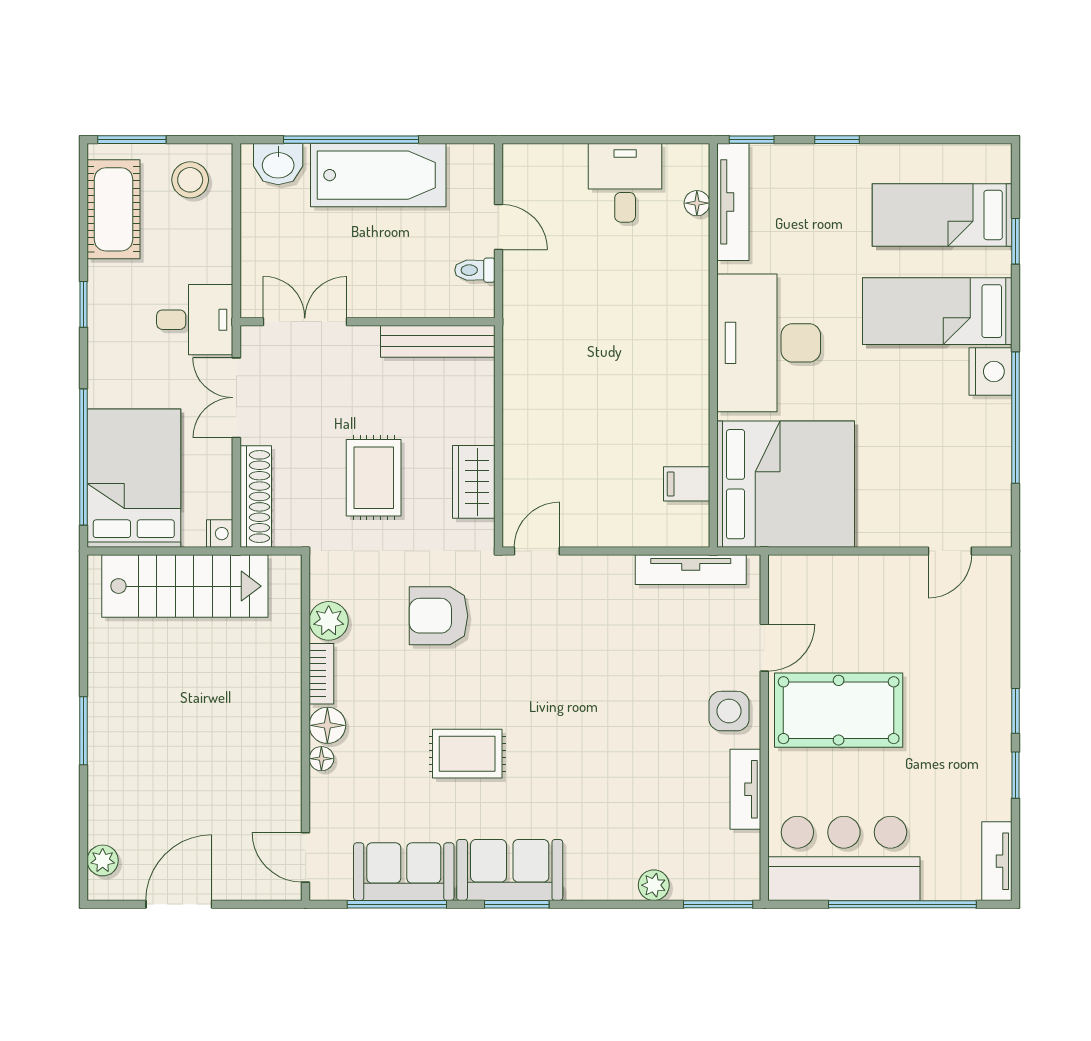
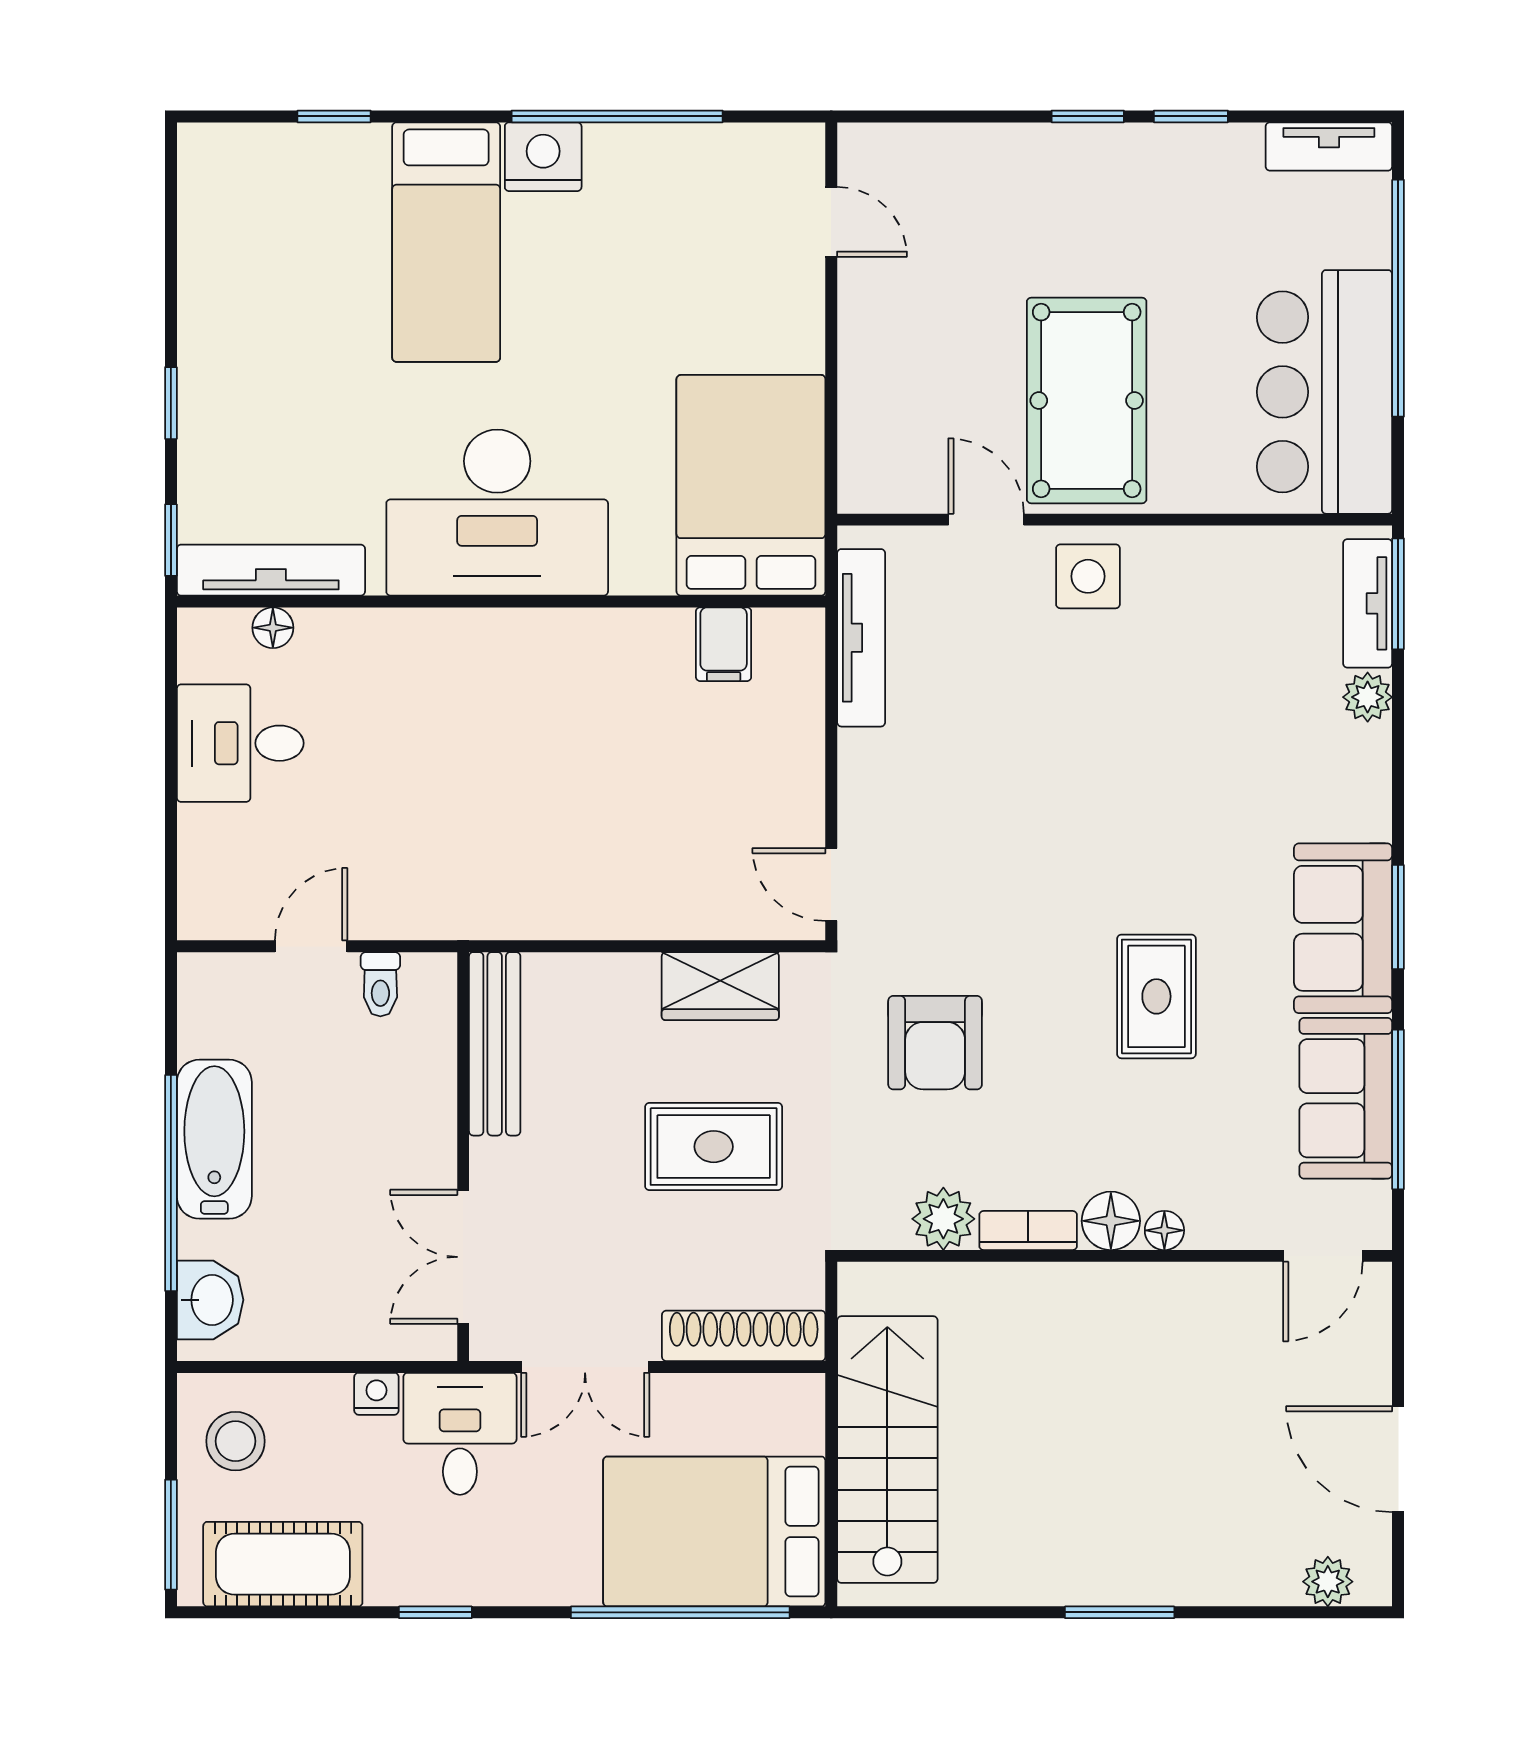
bathtub: (378, 175) -> (214, 1139), width x0.73, depth x0.73
bed: (942, 215) -> (292, 234), removed
bed: (786, 484) -> (751, 485), width x0.73
nightstand: (220, 534) -> (376, 1394), moved
tv unit: (745, 789) -> (1368, 603), moved, turned 90

